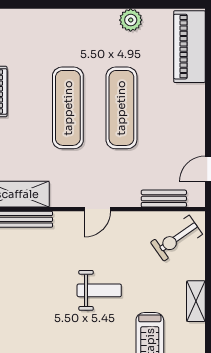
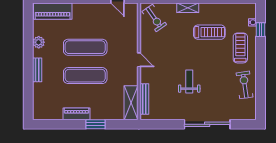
bench: (164, 199) -> (37, 70), moved
weight bench: (99, 290) -> (189, 82), moved

